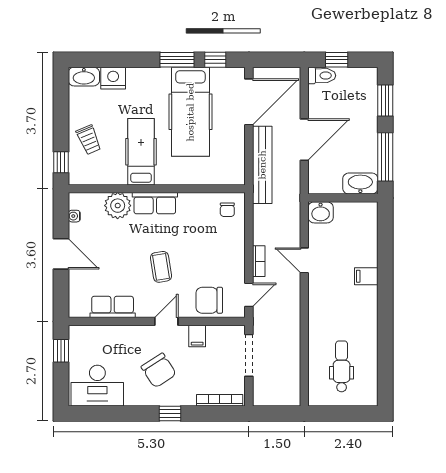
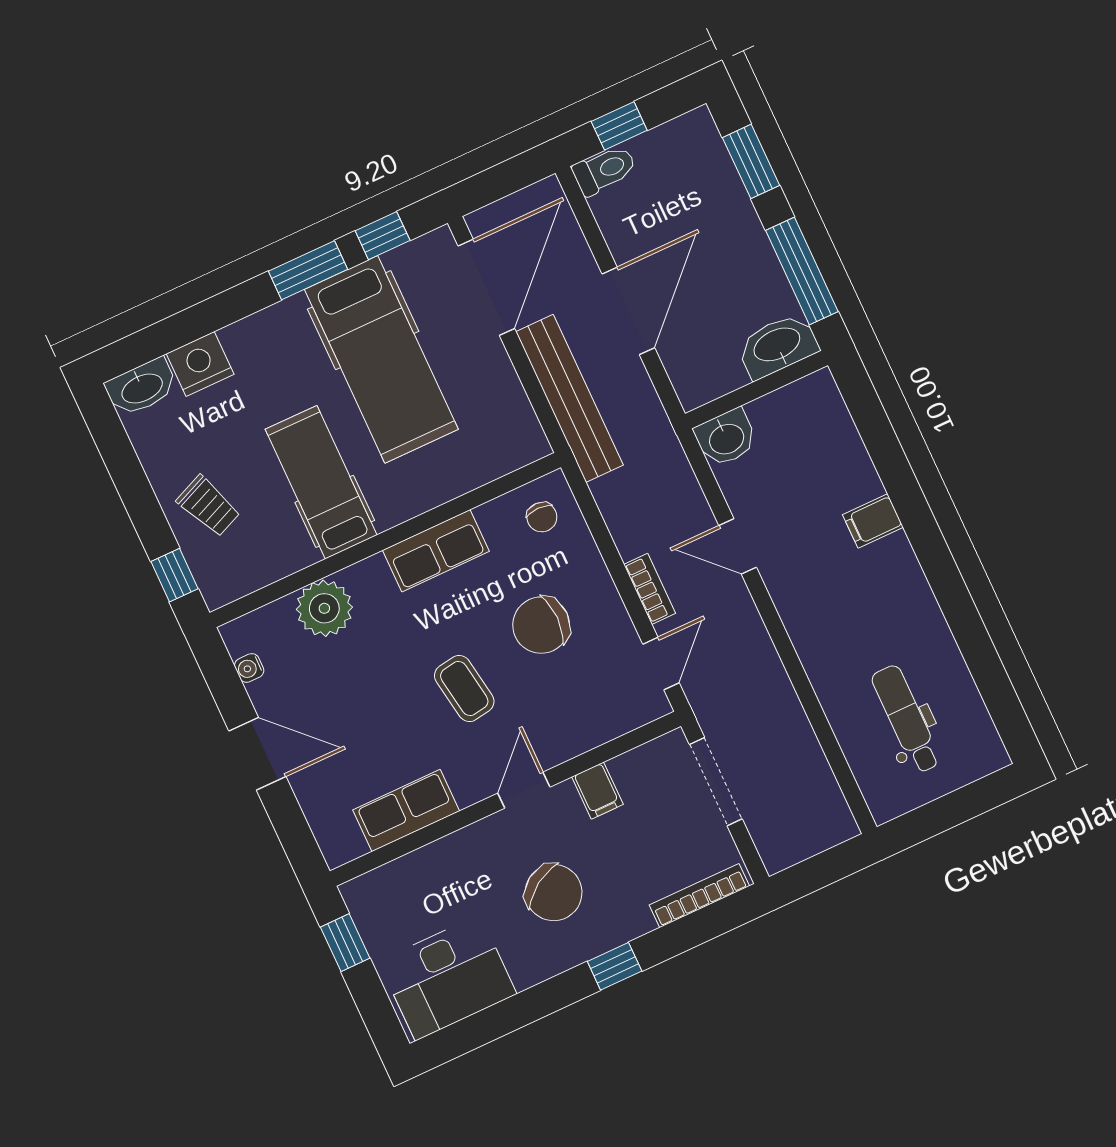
row of seats: (155, 203) -> (436, 551), moved
chair: (209, 300) -> (541, 625), moved

